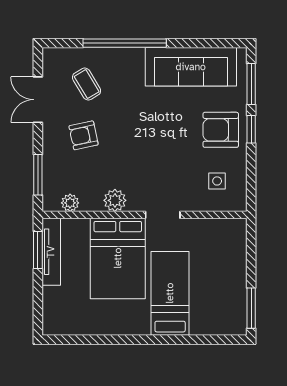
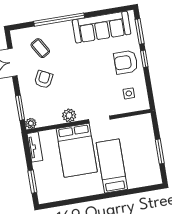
armchair: (84, 135) -> (44, 79), turned 129
plant: (70, 203) -> (31, 123), moved
window: (38, 250) -> (32, 182), moved
tv unit: (51, 252) -> (35, 147), width x0.71
window: (251, 308) -> (160, 151), moved

